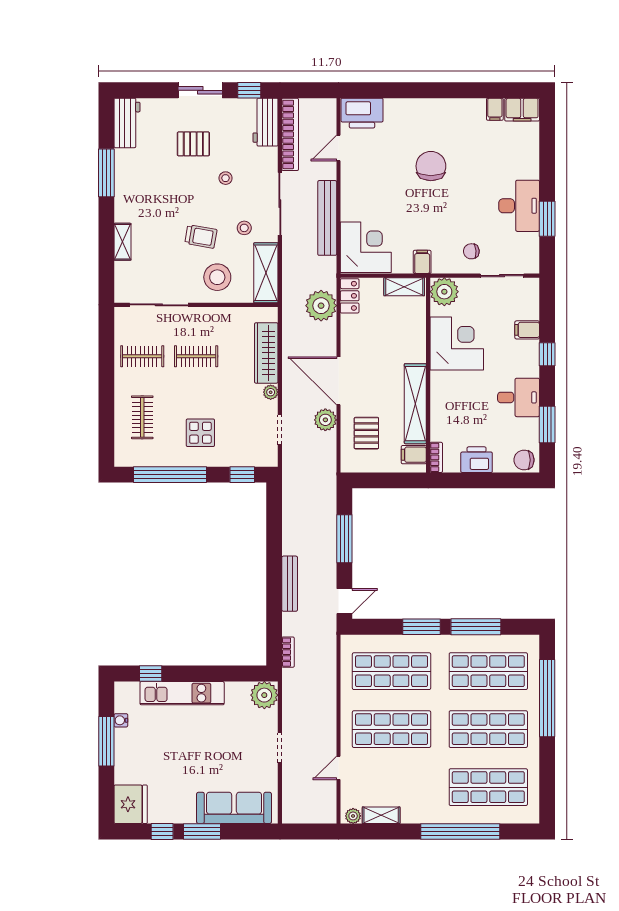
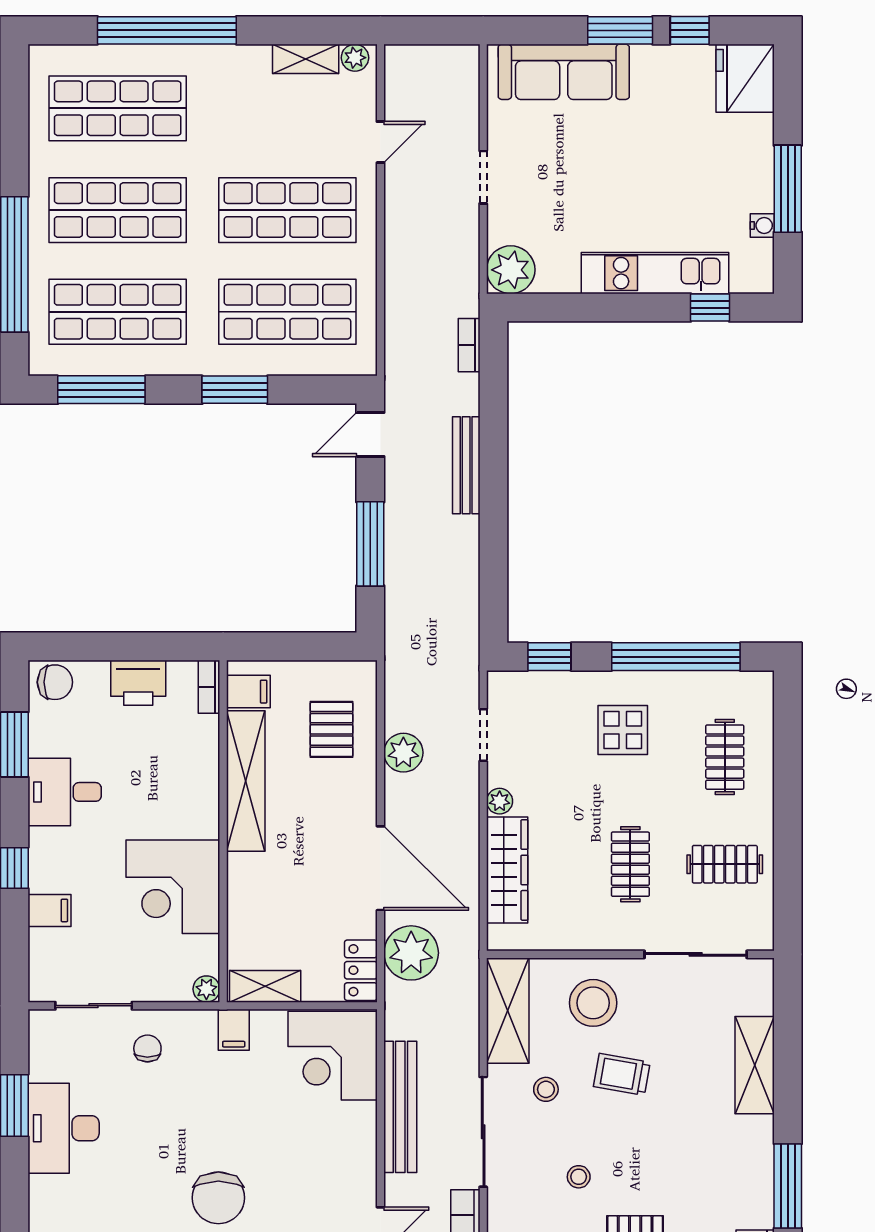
shelving: (122, 242) -> (755, 1065), width x1.50, depth x1.33
chair: (471, 251) -> (147, 1048), turned -86
plant: (444, 292) -> (206, 989), width x0.53, depth x0.53
clothes rail: (196, 356) -> (630, 864), turned 90
door: (338, 381) -> (381, 868), moved
window: (476, 627) -> (101, 390), moved

